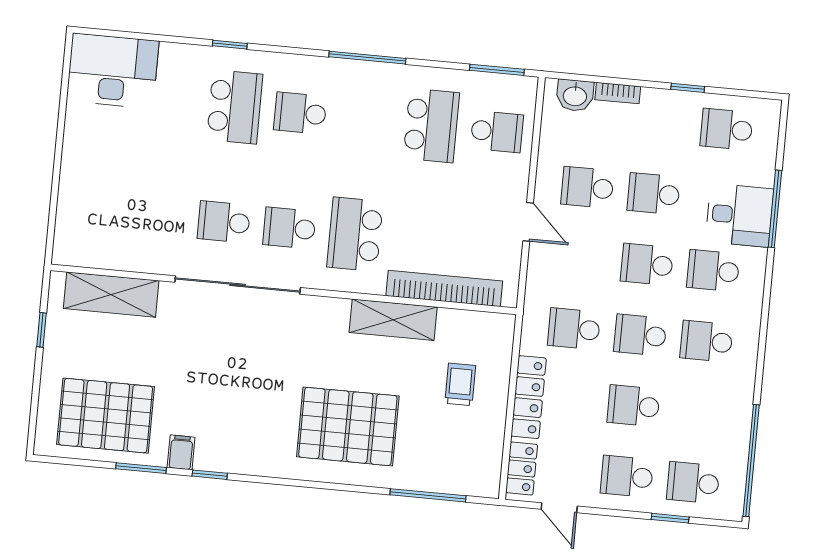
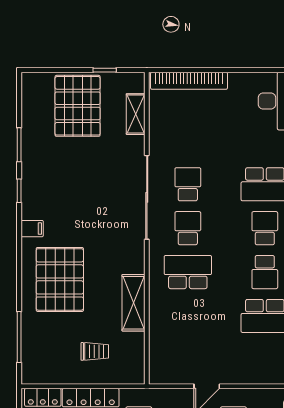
school desk: (497, 132) -> (265, 272), moved
bookcase: (444, 288) -> (189, 81), moved, turned 90
shelving: (111, 295) -> (136, 114), width x0.67, depth x0.75
pallet: (106, 416) -> (78, 106), moved
filing cabinet: (181, 452) -> (32, 229), moved

